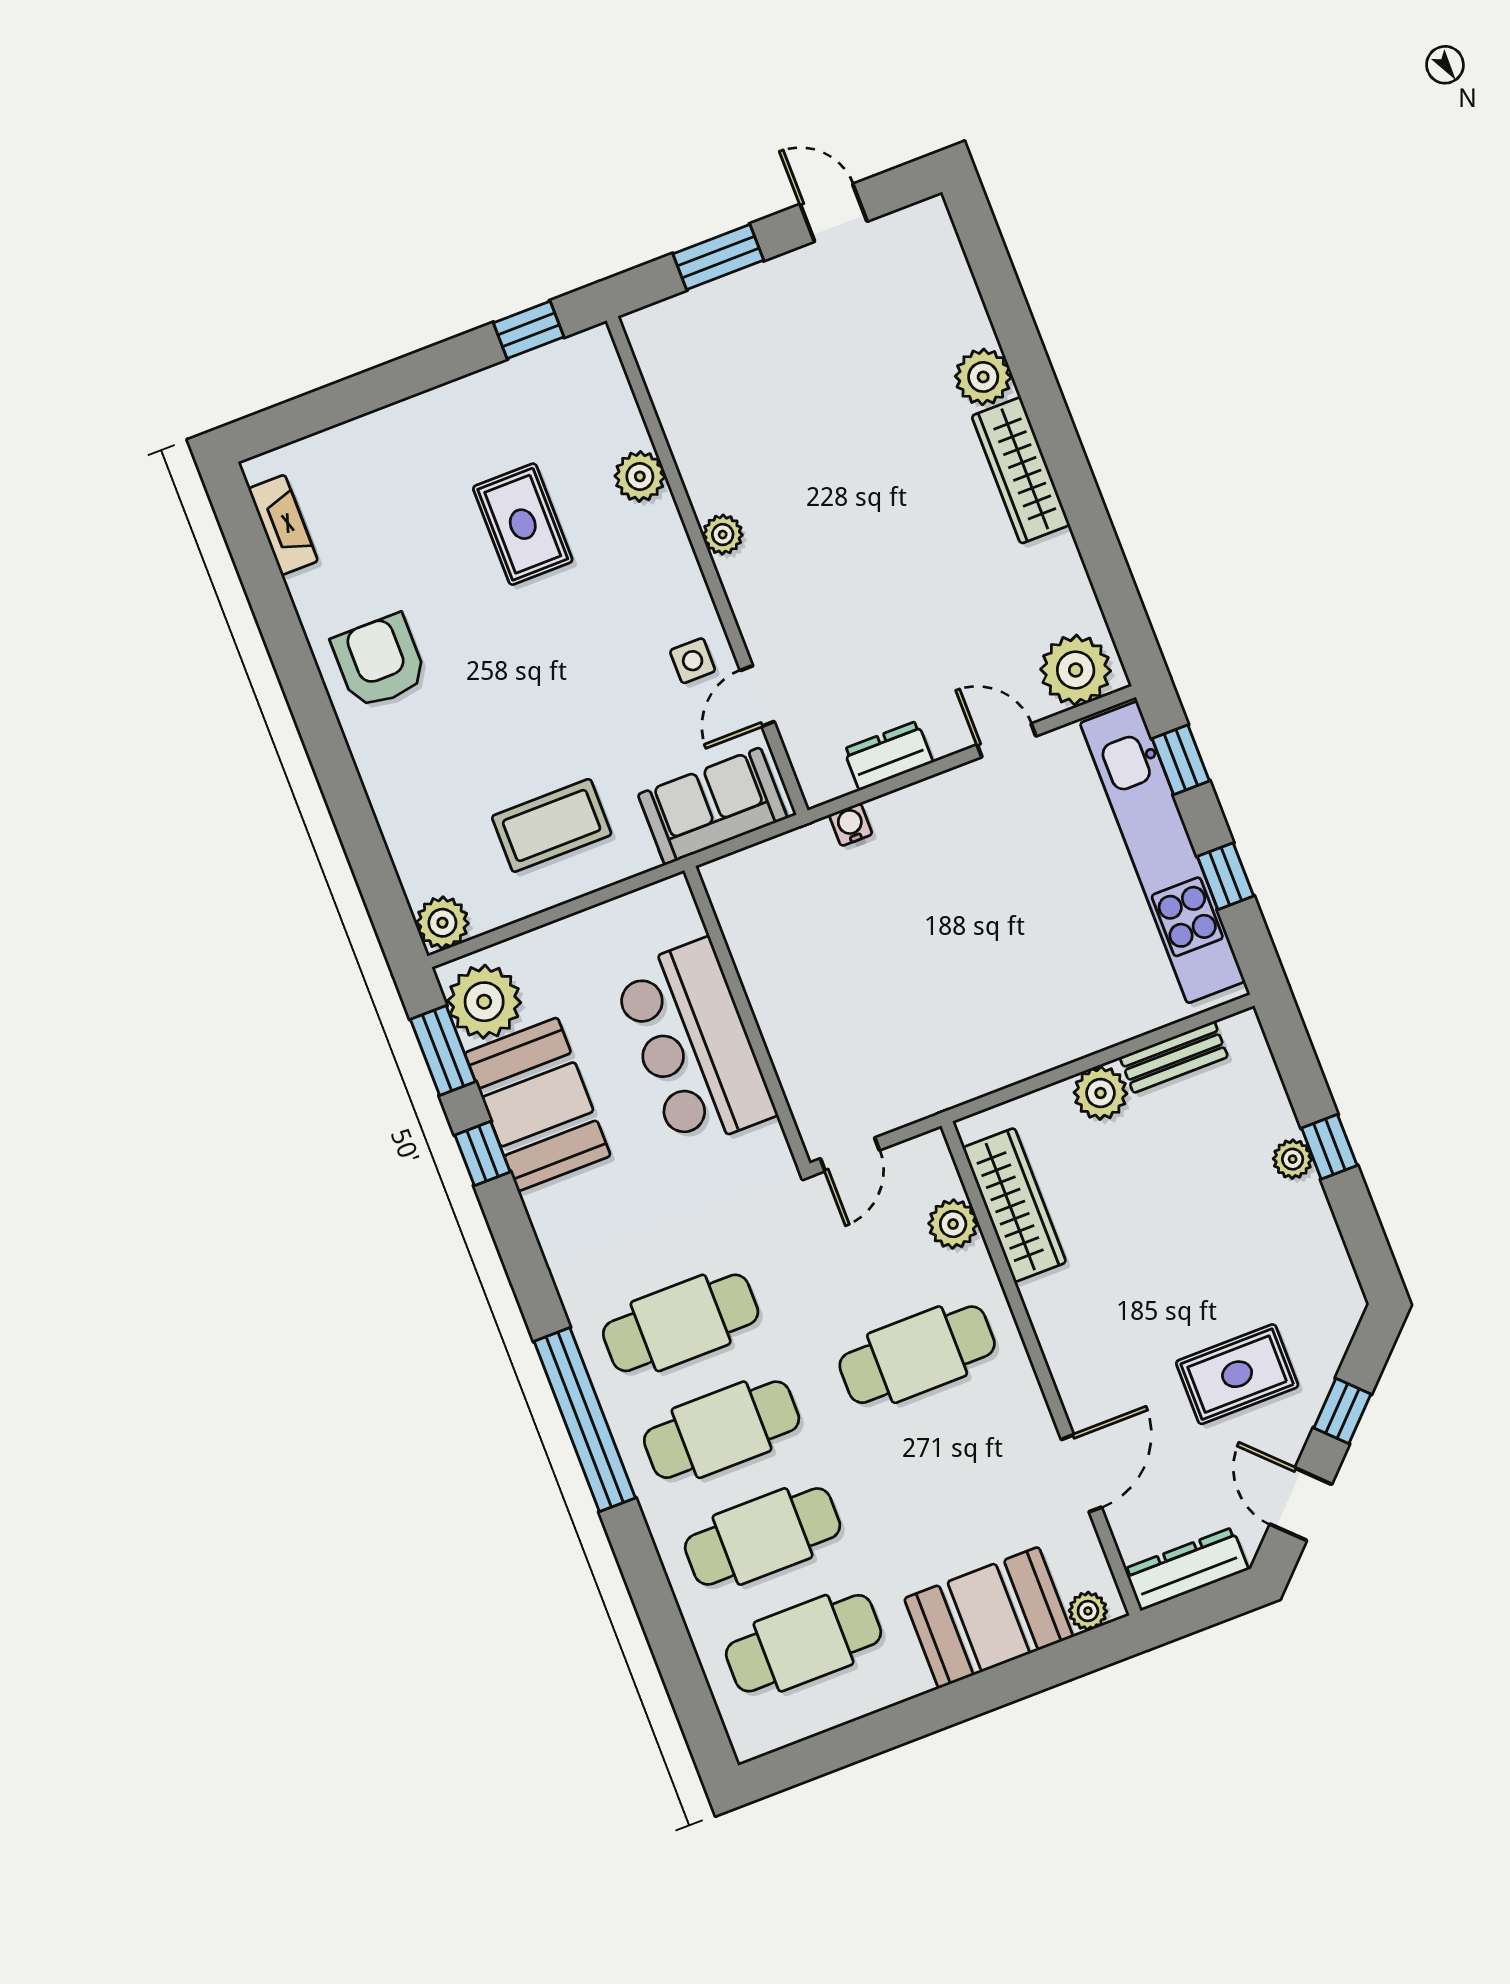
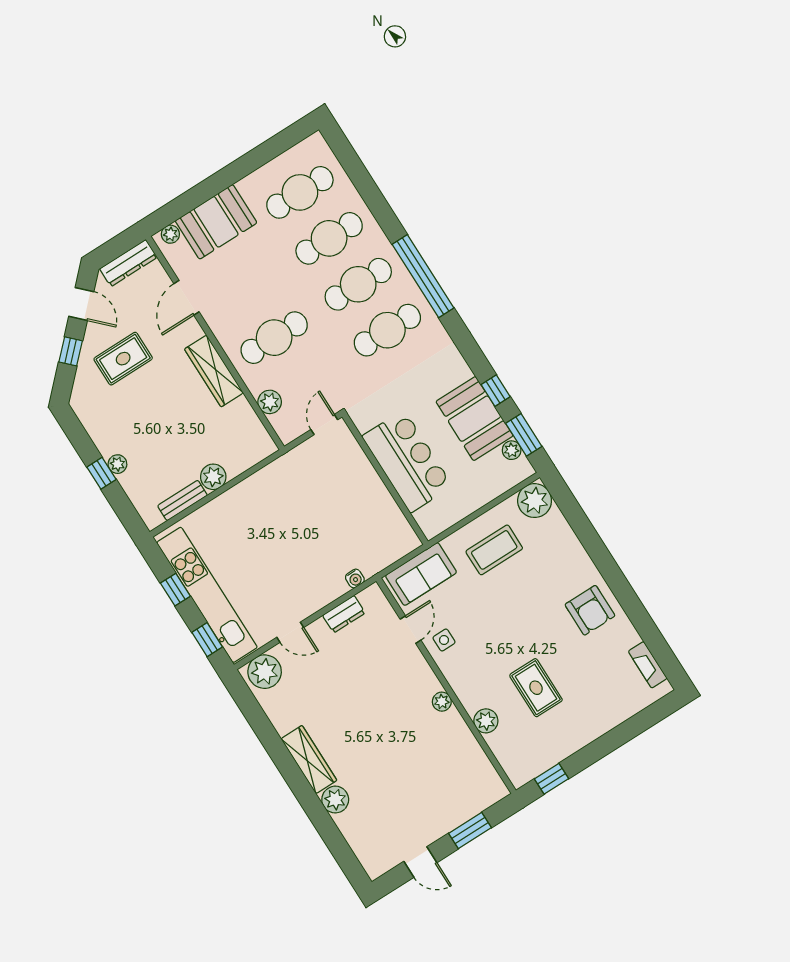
plant: (442, 923) -> (535, 501), width x1.36, depth x1.36
plant: (484, 1002) -> (512, 450), width x0.53, depth x0.53
wardrobe: (1014, 1205) -> (214, 371), moved

